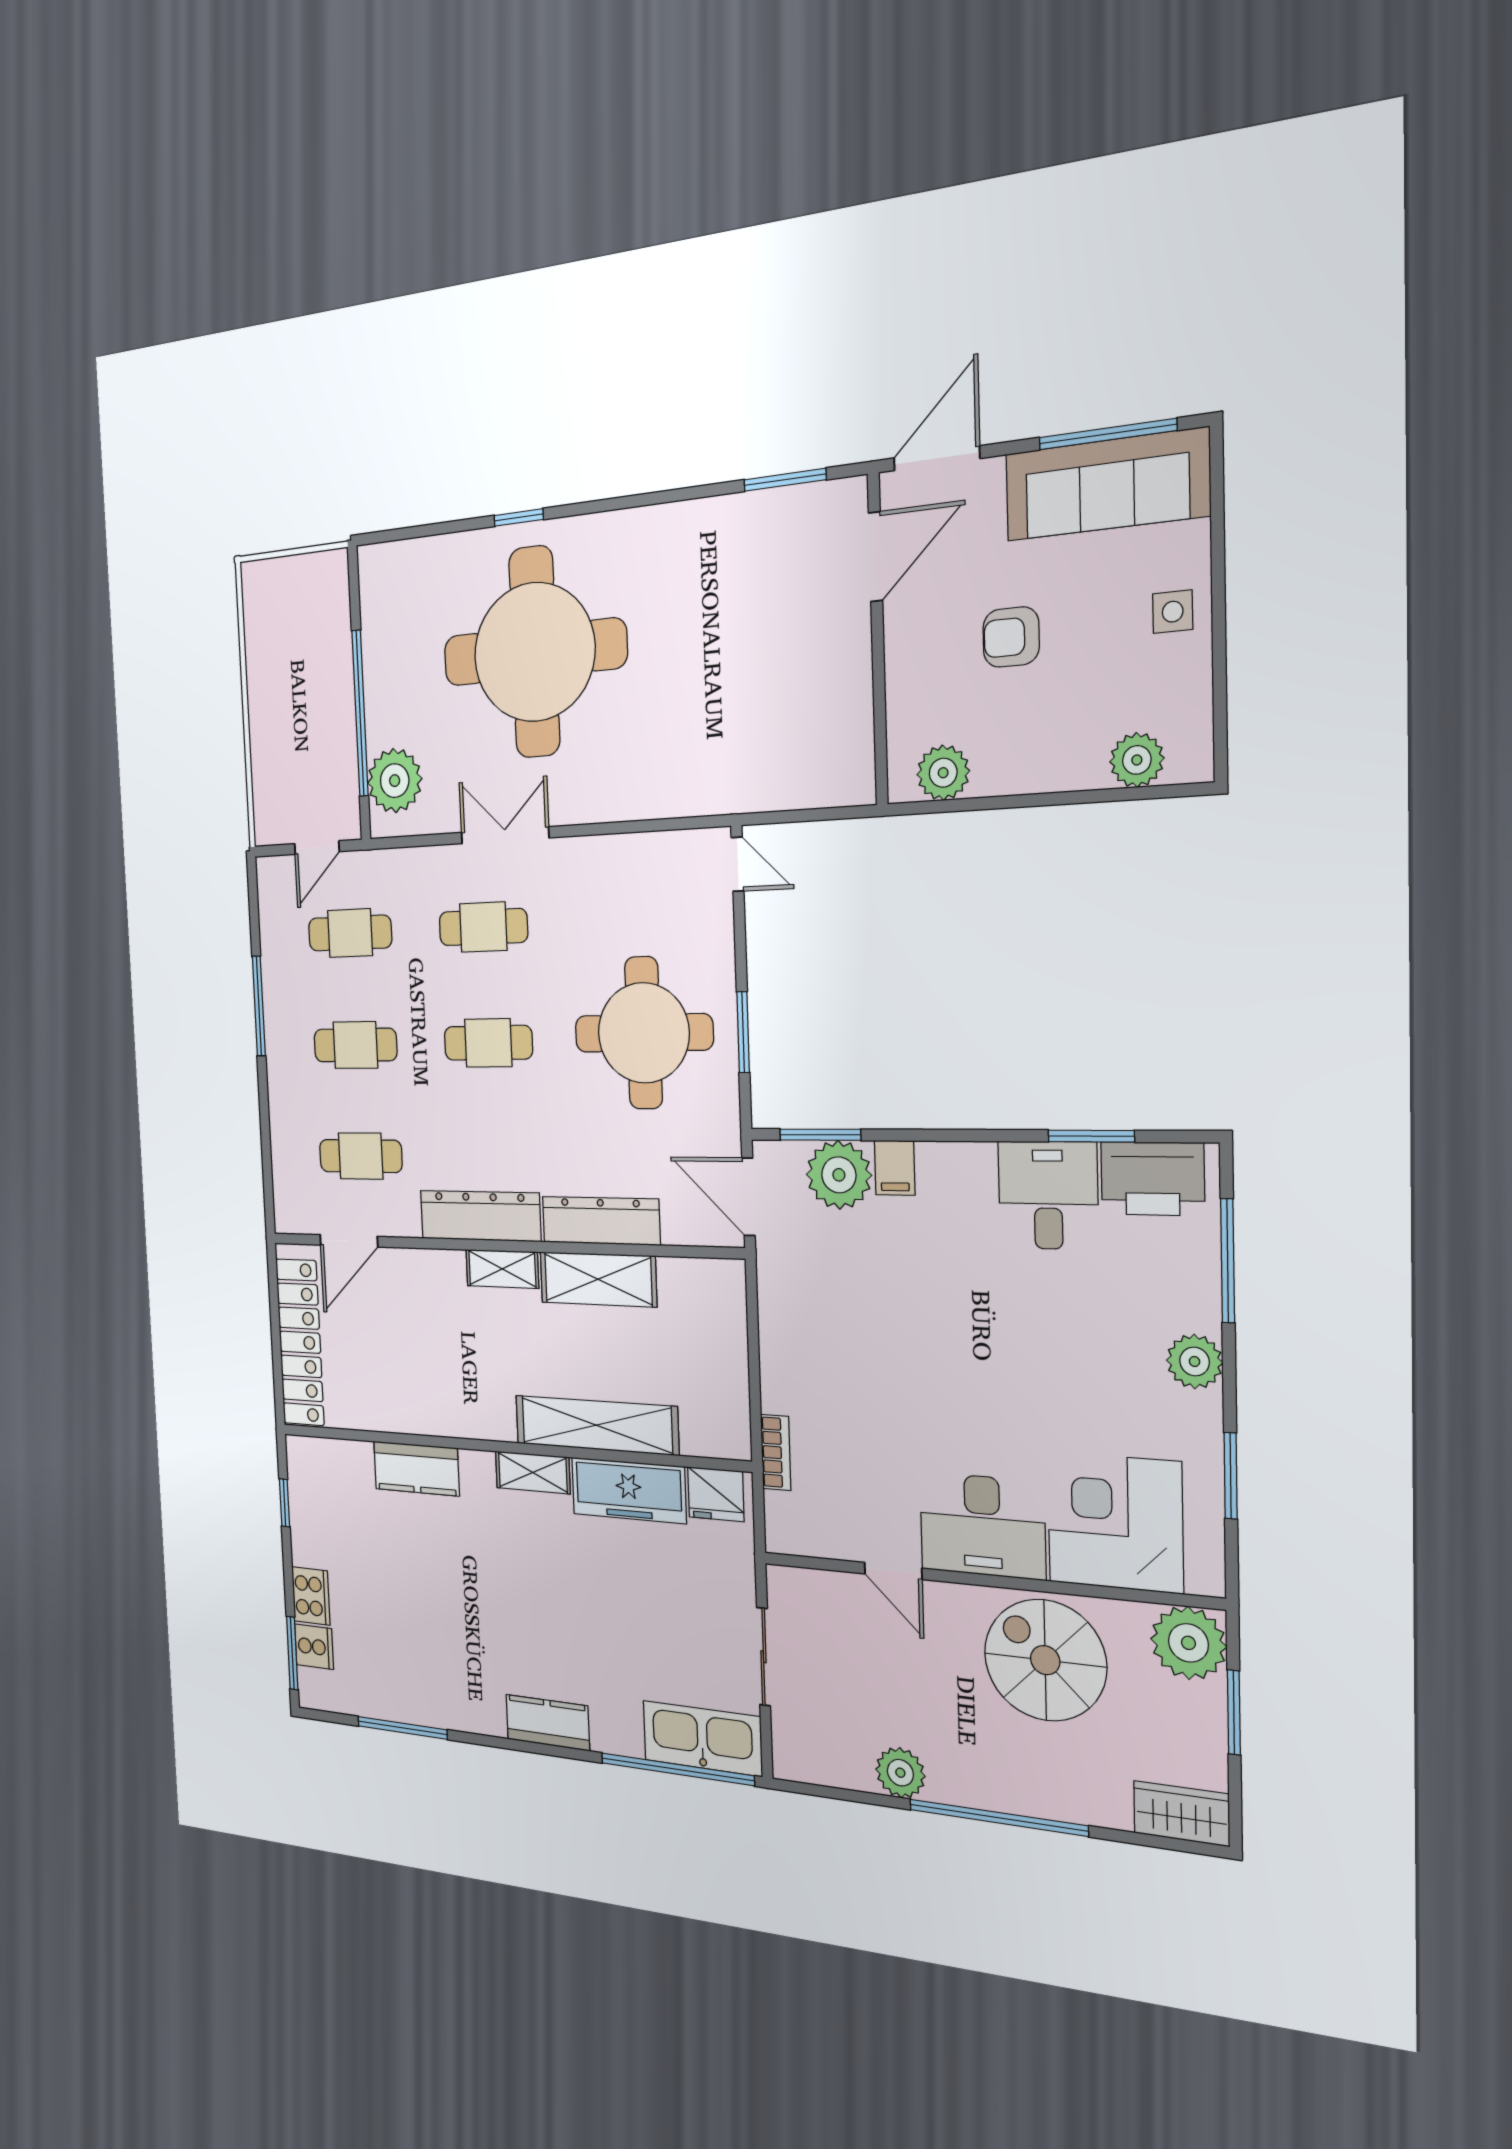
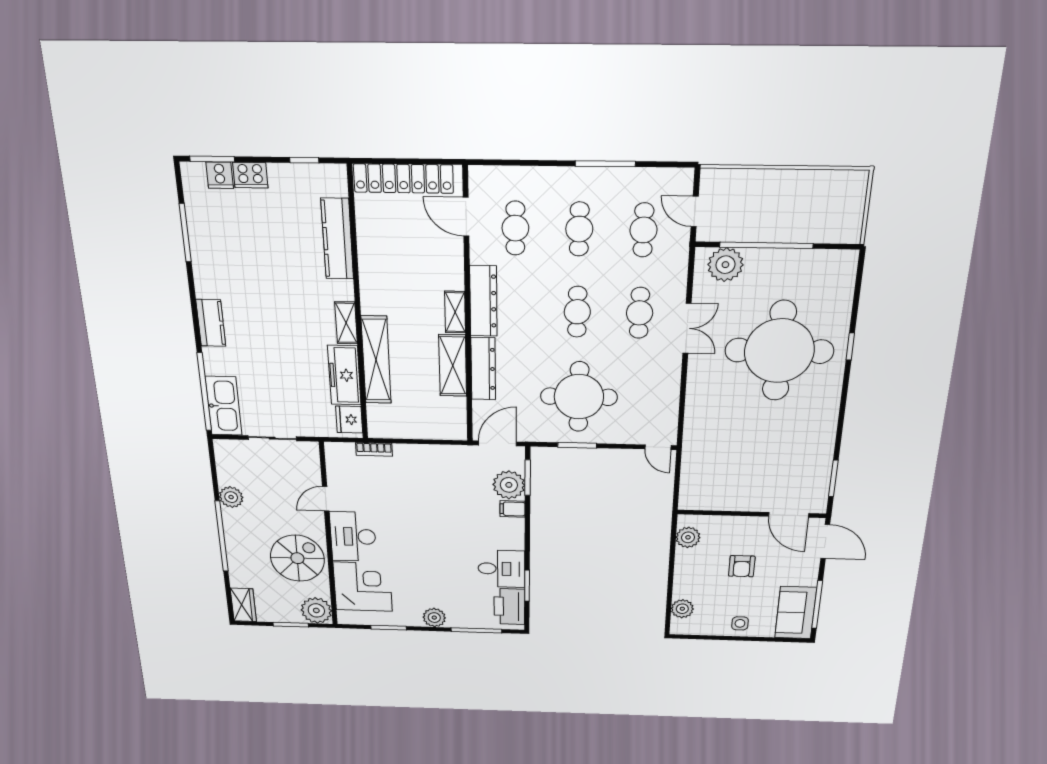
sofa: (1107, 485) -> (796, 613), width x0.73
armchair: (1011, 637) -> (742, 566), turned 180
door: (738, 864) -> (658, 447), hinge flipped
kitchen counter: (416, 1469) -> (337, 239), width x1.50

